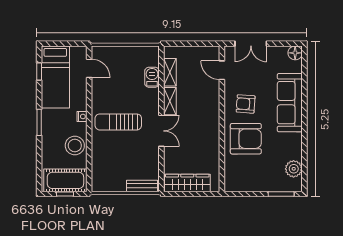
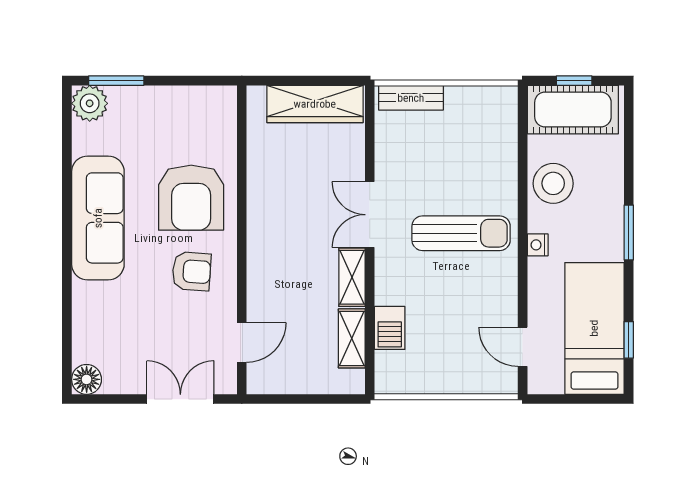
door: (222, 70) -> (242, 343), hinge flipped
sofa: (290, 103) -> (98, 218), moved
armchair: (246, 139) -> (191, 198), turned -90
plant: (294, 169) -> (90, 103), moved

